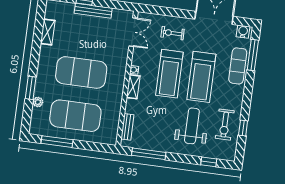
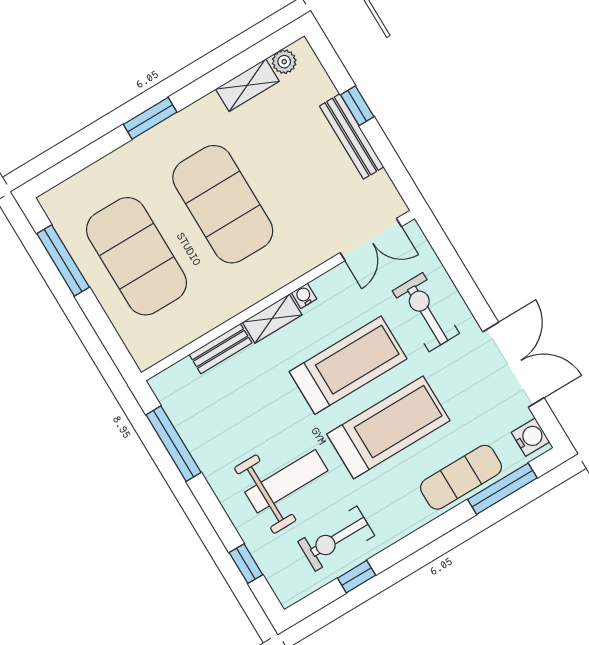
exercise bike: (173, 33) -> (426, 312), width x1.38, depth x1.39
treadmill: (169, 74) -> (348, 365), turned 180
treadmill: (201, 77) -> (388, 427), turned 180
window: (31, 88) -> (150, 118), moved
plant: (38, 102) -> (284, 62), moved
bench: (127, 127) -> (220, 349), moved

